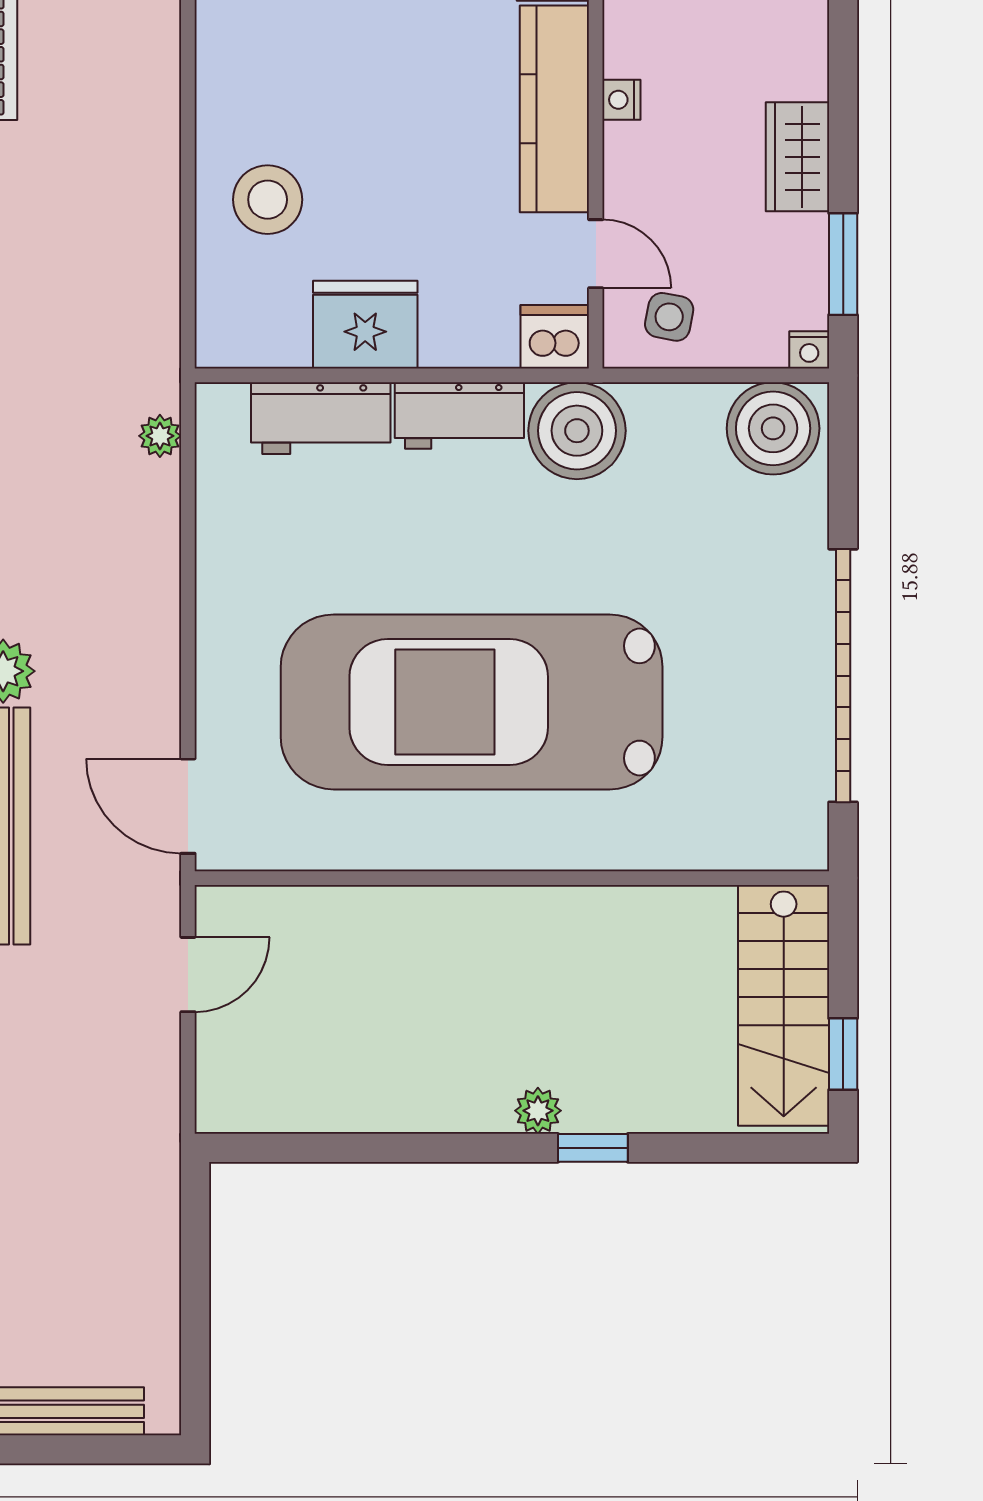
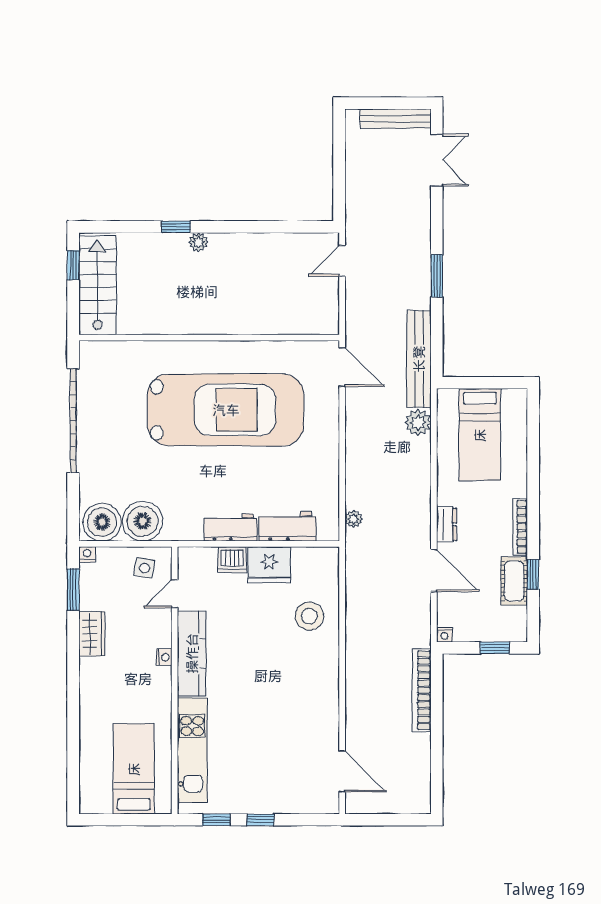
door: (596, 254) -> (175, 594), hinge flipped
dishwasher: (555, 337) -> (232, 560), moved
boiler: (577, 431) -> (143, 521), moved
door: (188, 975) -> (342, 261), moved

